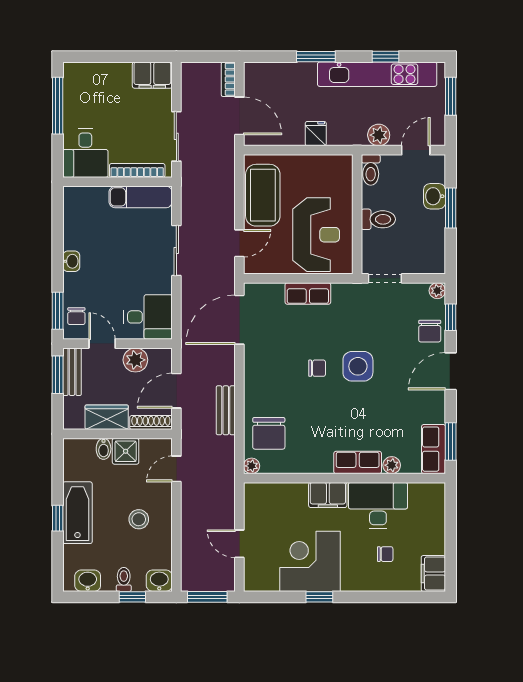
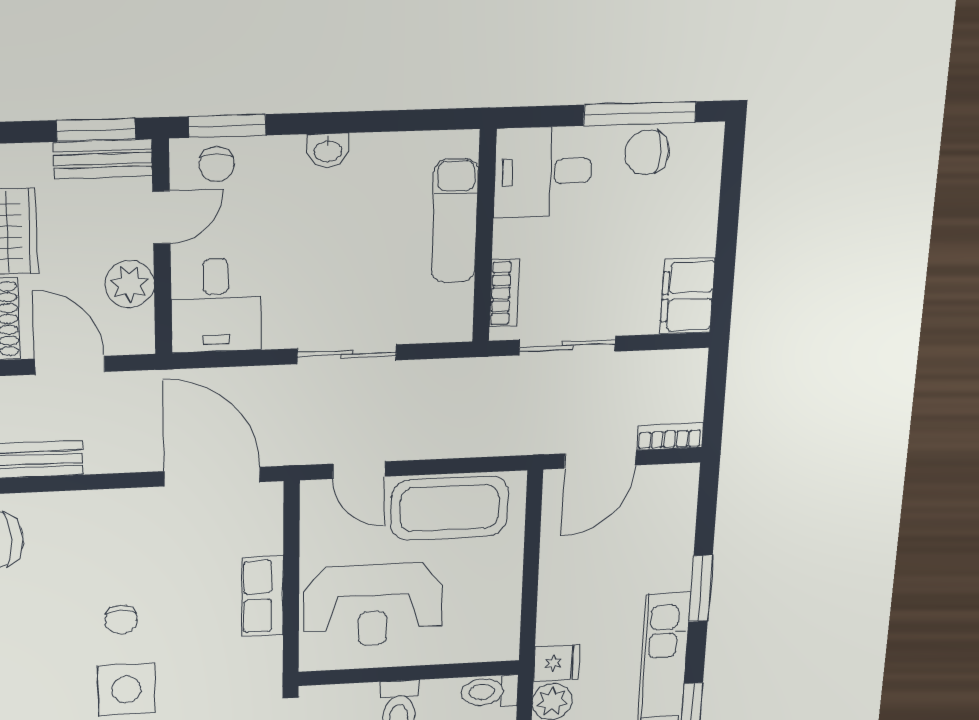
chair: (77, 101) -> (647, 152), added
fridge: (316, 134) -> (557, 663), moved
bookcase: (137, 170) -> (504, 293), width x0.64
exam couch: (141, 197) -> (455, 221), moved
chair: (76, 316) -> (217, 164), turned -90

